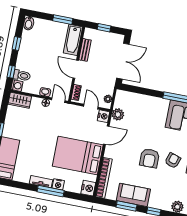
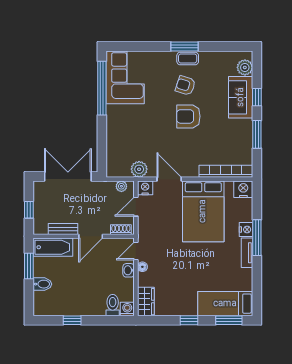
bidet: (29, 23) -> (42, 284), moved
window: (11, 72) -> (110, 320), removed
armchair: (150, 158) -> (188, 116), turned 180
sofa: (133, 195) -> (241, 97), moved

